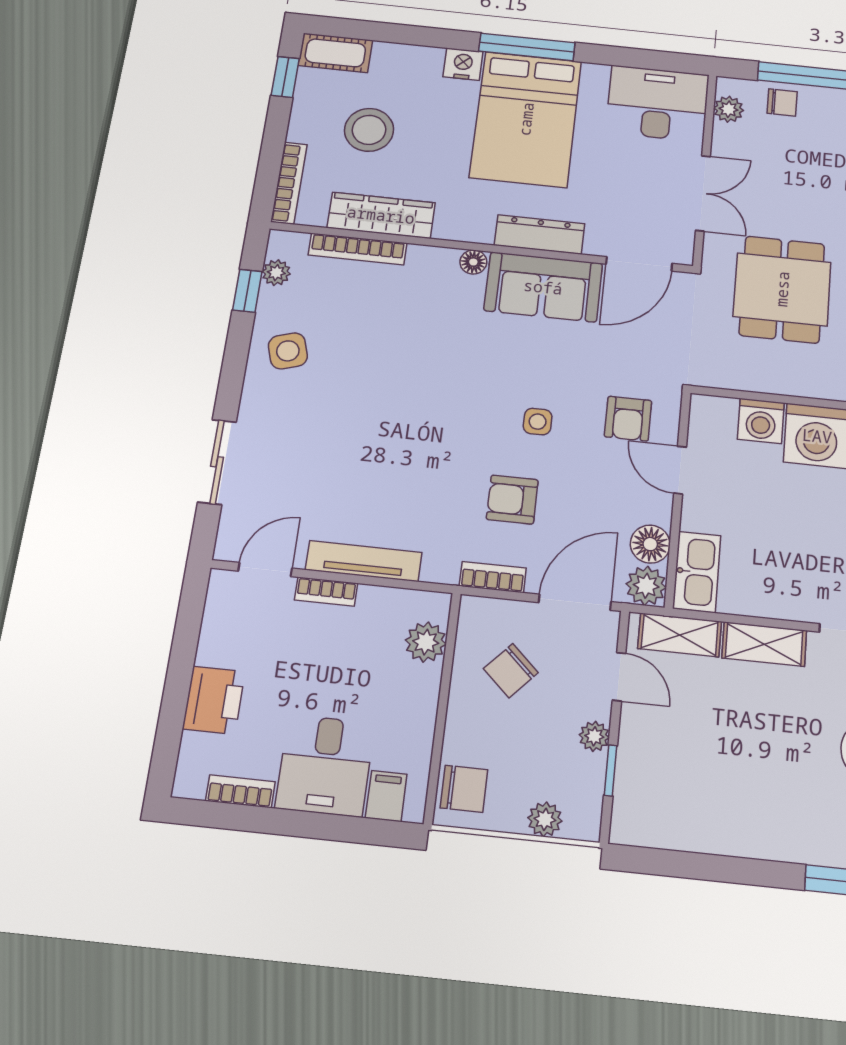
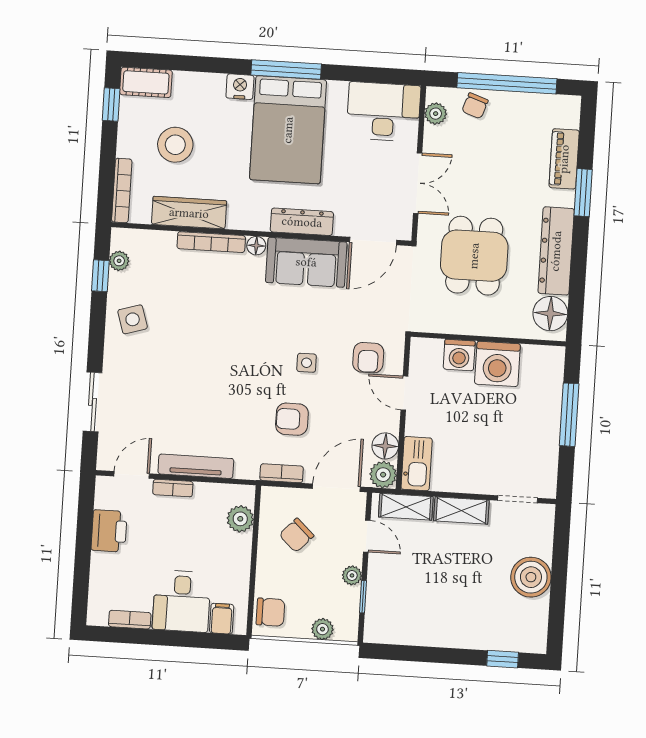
chair: (782, 102) -> (475, 106), turned 109
bookcase: (358, 249) -> (211, 242), moved
printer: (214, 700) -> (109, 531), moved

